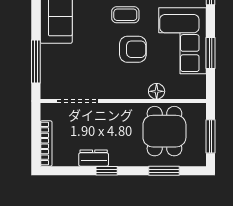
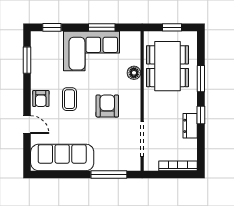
armchair: (133, 49) -> (107, 106), moved
dining table: (164, 131) -> (168, 66), width x1.37
window: (210, 136) -> (172, 27), width x0.67
window: (164, 171) -> (201, 79), moved

